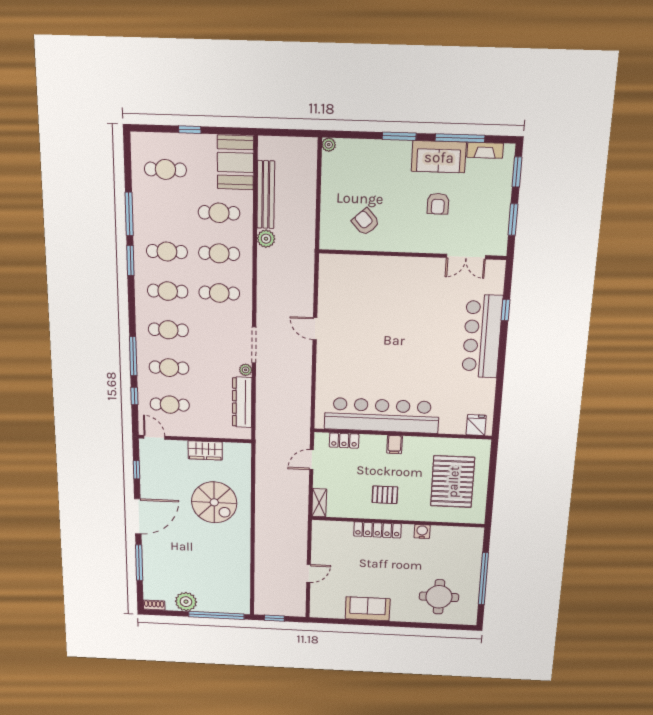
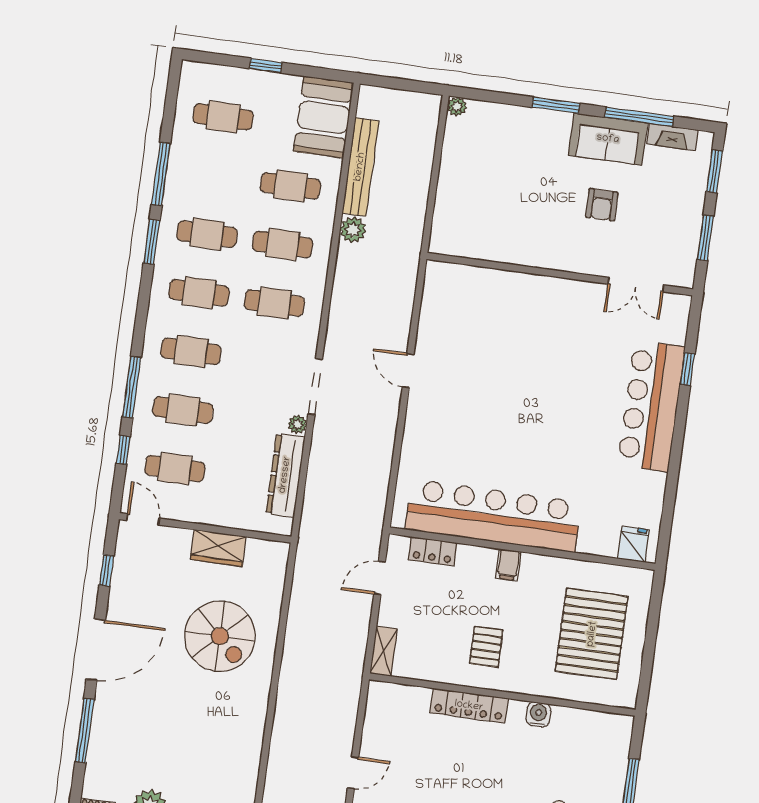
armchair: (366, 222) -> (498, 220), removed
pallet: (385, 495) -> (486, 647), turned 90

